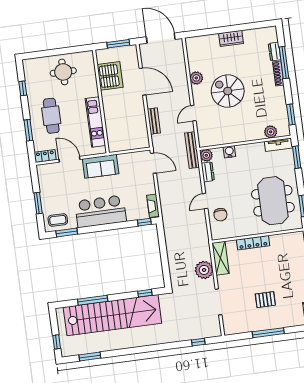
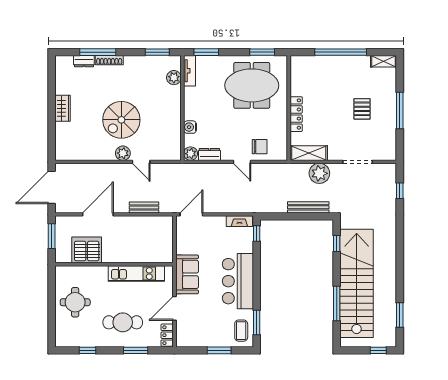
plant: (196, 78) -> (123, 153), moved
bench: (192, 150) -> (308, 207), moved

